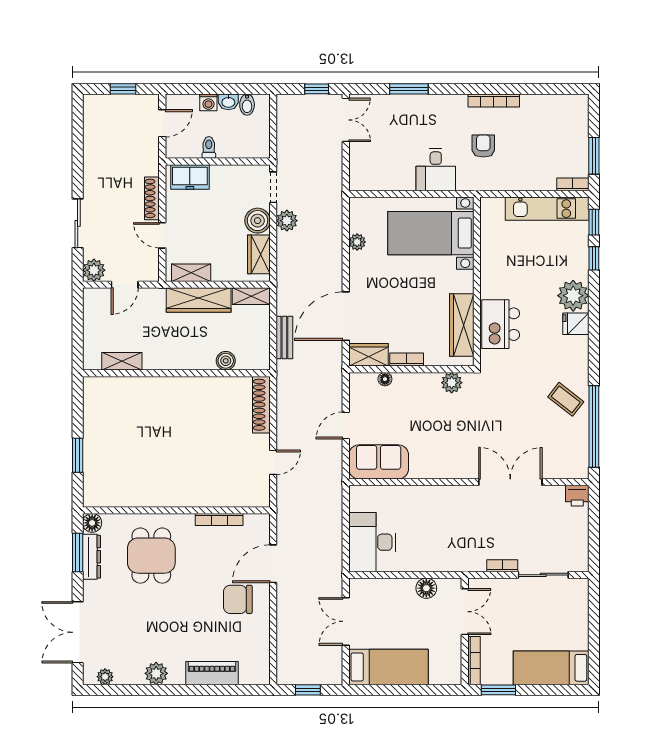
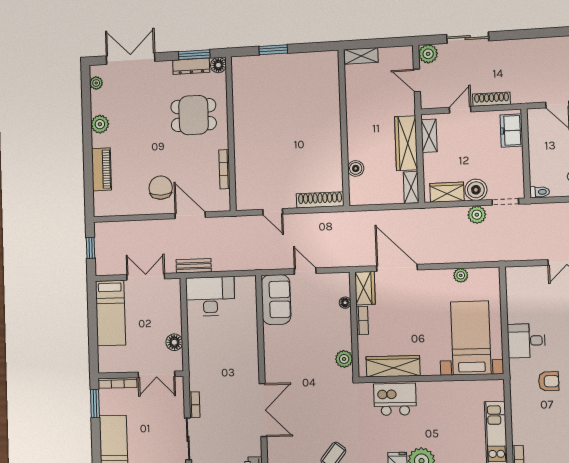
toilet: (209, 147) -> (540, 192), moved
bench: (284, 338) -> (194, 266), moved
shelving: (122, 361) -> (361, 56), moved, turned 90

